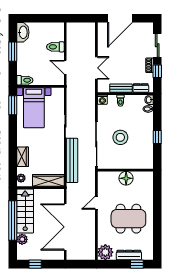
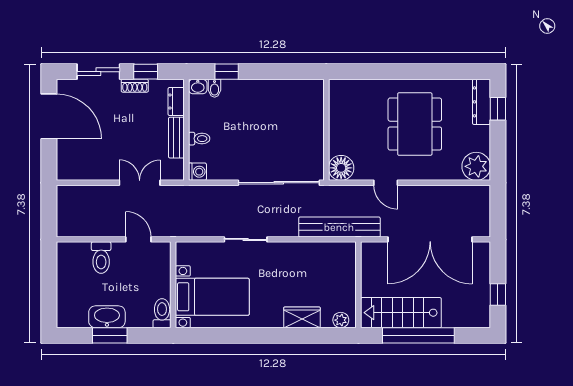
door: (120, 18) -> (49, 116), moved
washbasin: (23, 32) -> (107, 317), moved
door: (65, 67) -> (138, 239), swing flipped
window: (13, 105) -> (208, 335), removed
stool: (120, 137) -> (266, 139), removed
window: (157, 137) -> (227, 72), moved
bench: (72, 160) -> (339, 227), moved
floor lamp: (126, 178) -> (341, 168), moved
wardrobe: (48, 180) -> (345, 270), removed
plant: (22, 239) -> (453, 318), removed
dresser: (129, 255) -> (481, 102), moved

